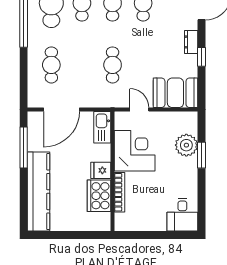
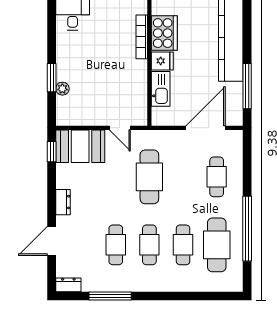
window: (201, 57) -> (52, 152), moved
cafe table: (113, 65) -> (149, 177), width x1.37, depth x1.35
kitchen sink: (102, 127) -> (161, 89), moved
plant: (186, 145) -> (62, 89), width x0.53, depth x0.53
corner desk: (135, 151) -> (125, 82), removed

